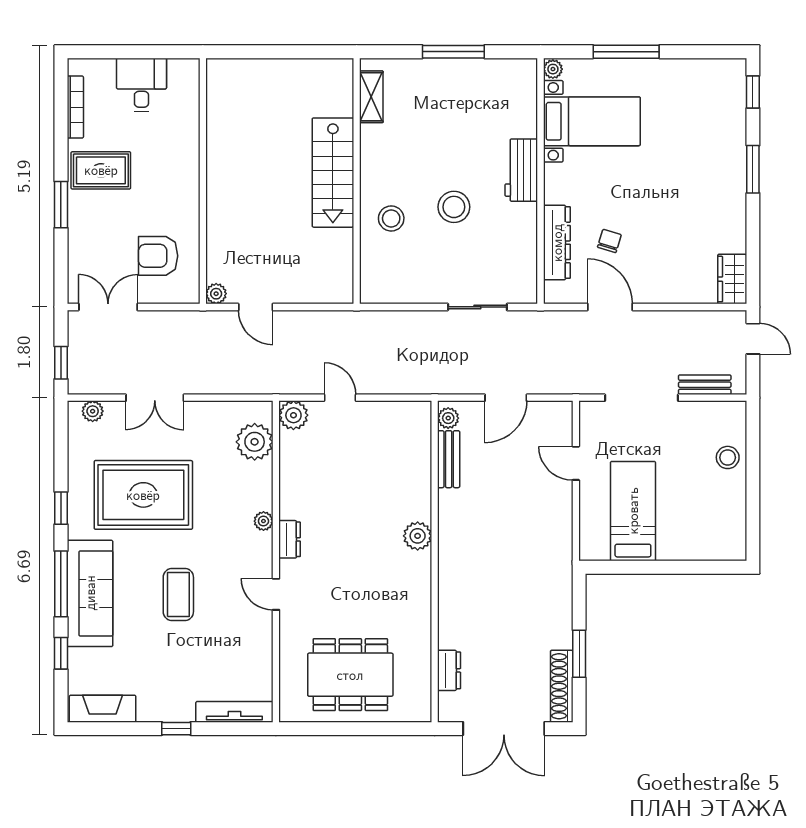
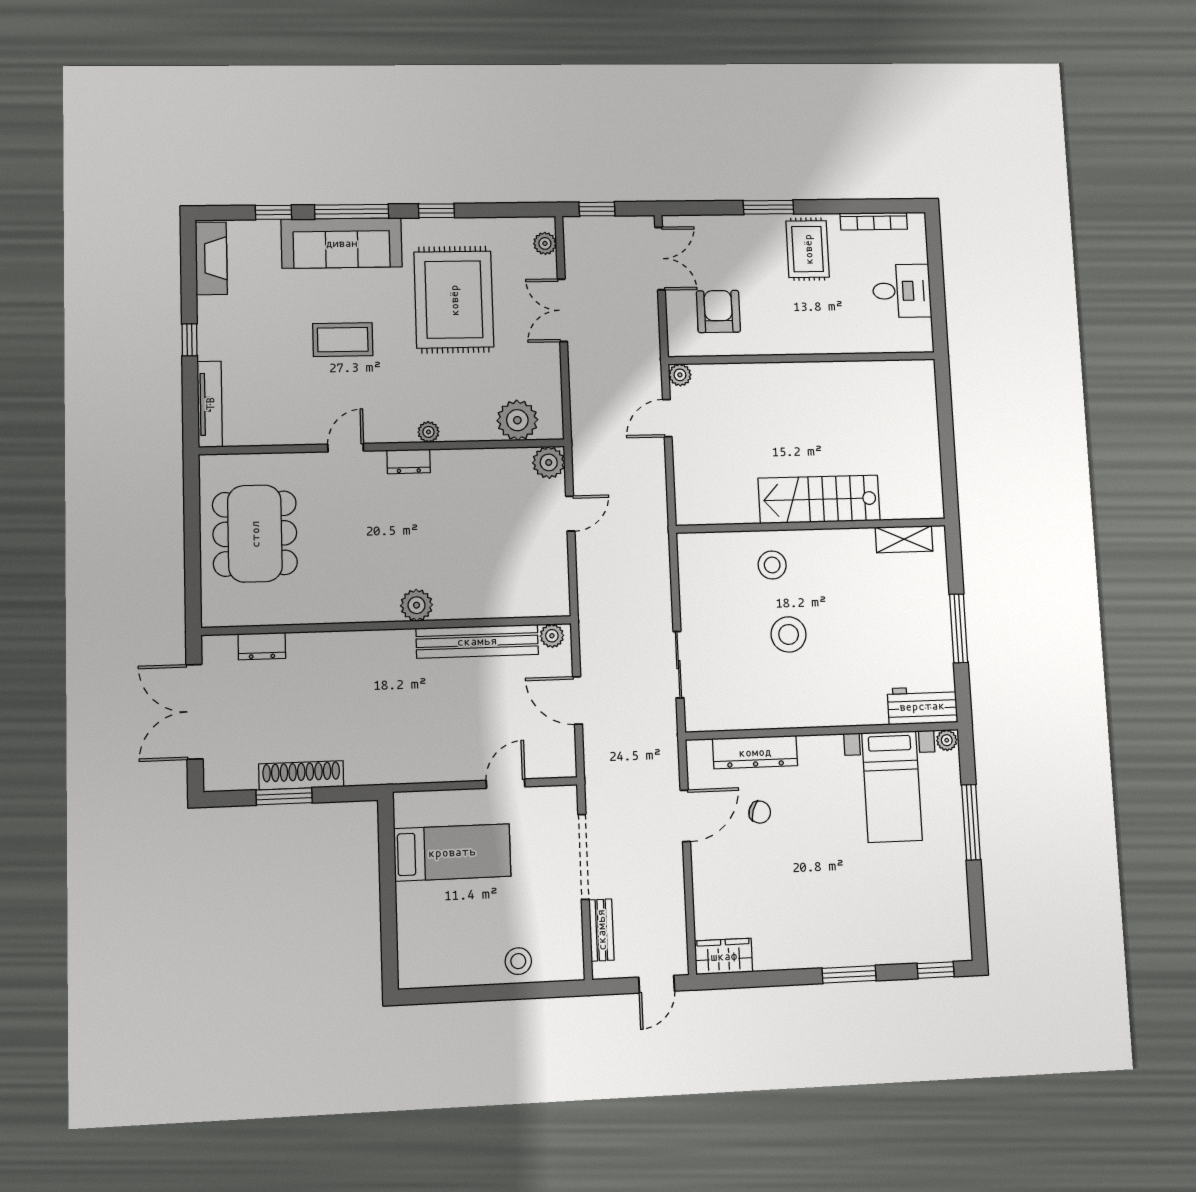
workbench: (521, 170) -> (922, 706), moved
bench: (449, 459) -> (477, 641), width x1.86, depth x1.21
shoe rack: (562, 686) -> (301, 775), moved

